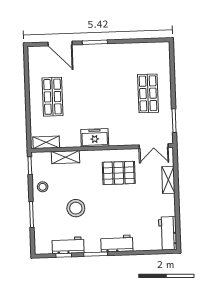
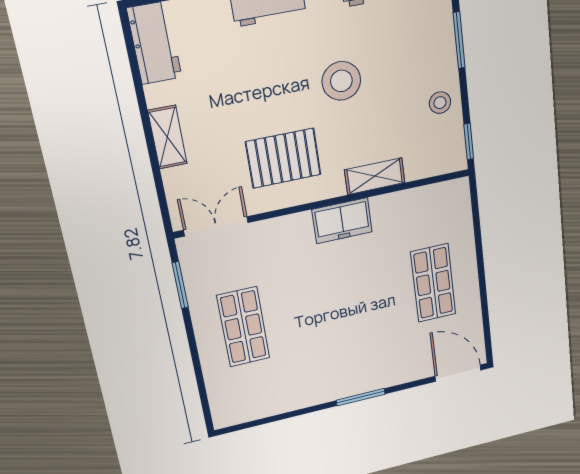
door: (60, 43) -> (458, 373), moved
shelving: (46, 142) -> (439, 194), removed
shelving: (65, 157) -> (375, 176), moved
shelving: (168, 180) -> (167, 137), moved
stool: (76, 208) -> (341, 81), moved

